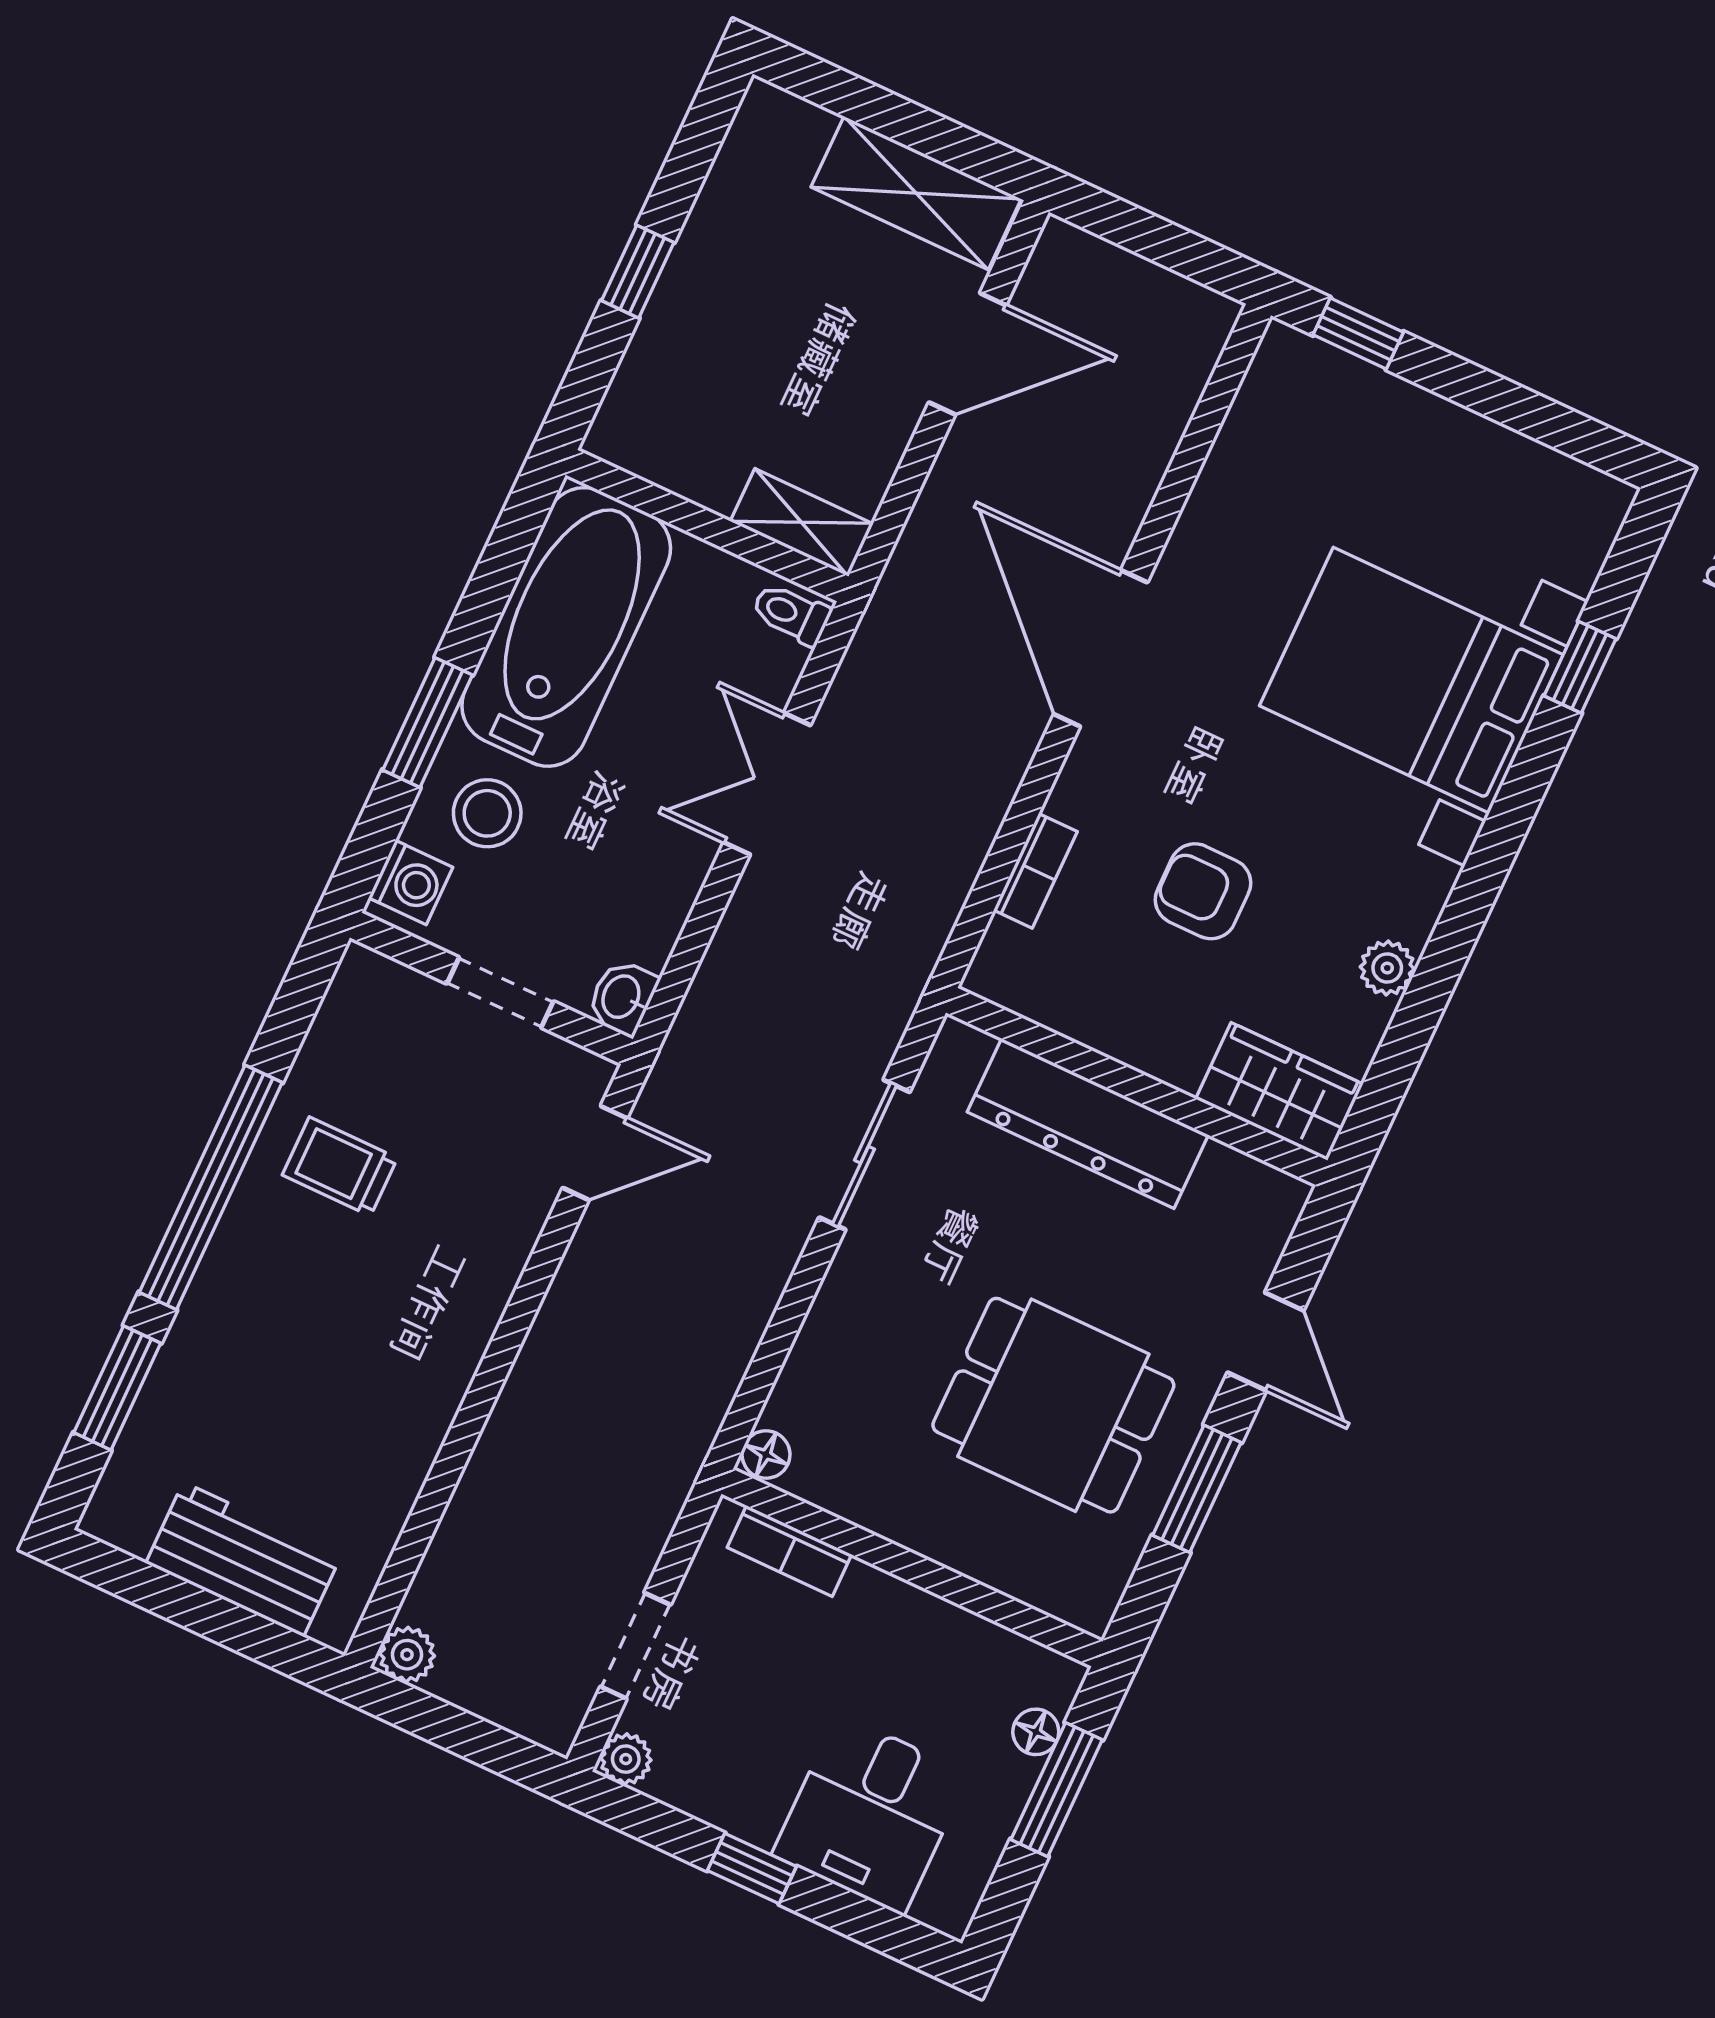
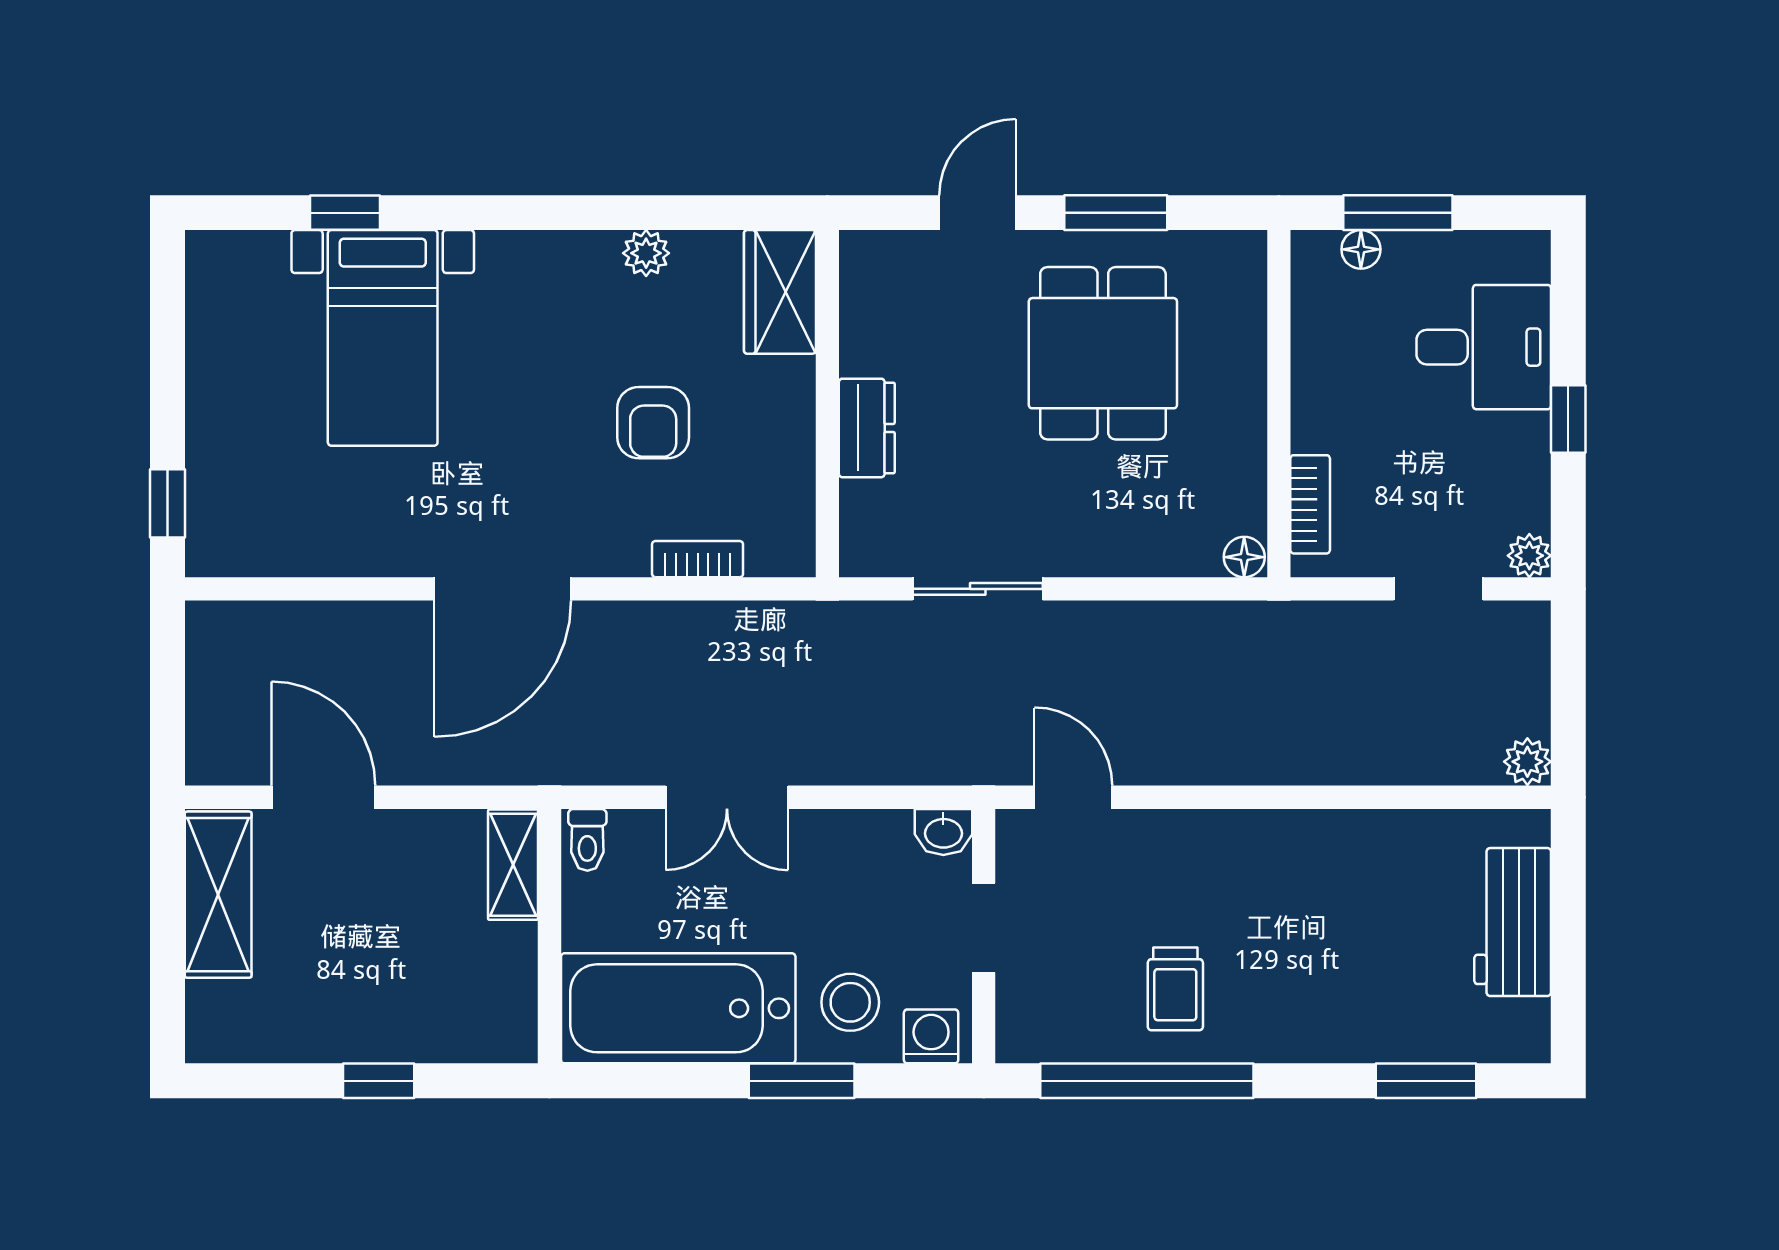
bed with nightstands: (1411, 680) -> (383, 338), width x0.73
dresser: (1088, 1124) -> (867, 428), width x0.51, depth x0.80
window: (211, 1187) -> (1147, 1081), moved

